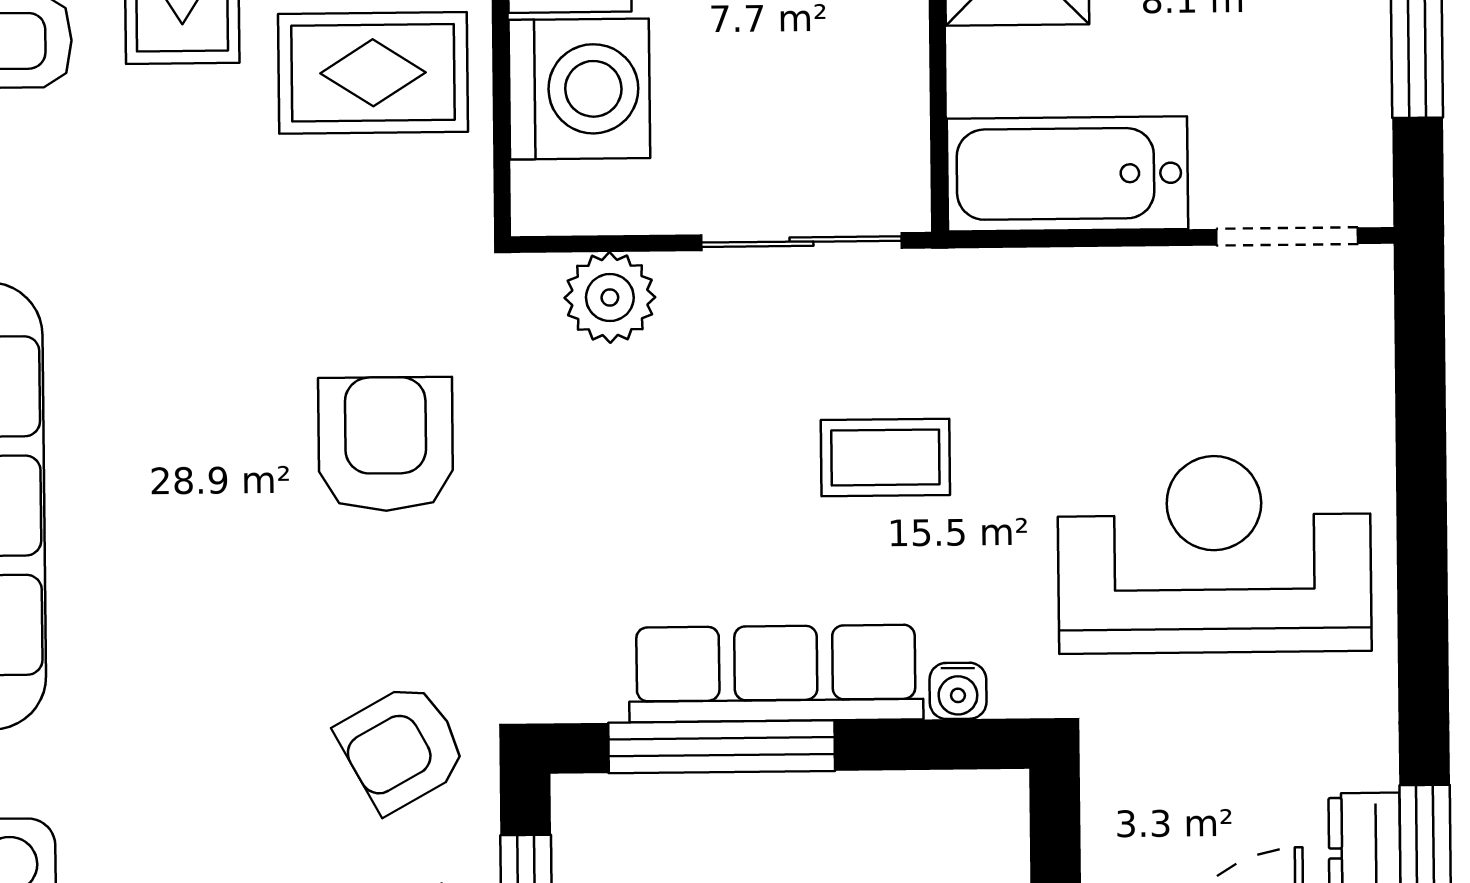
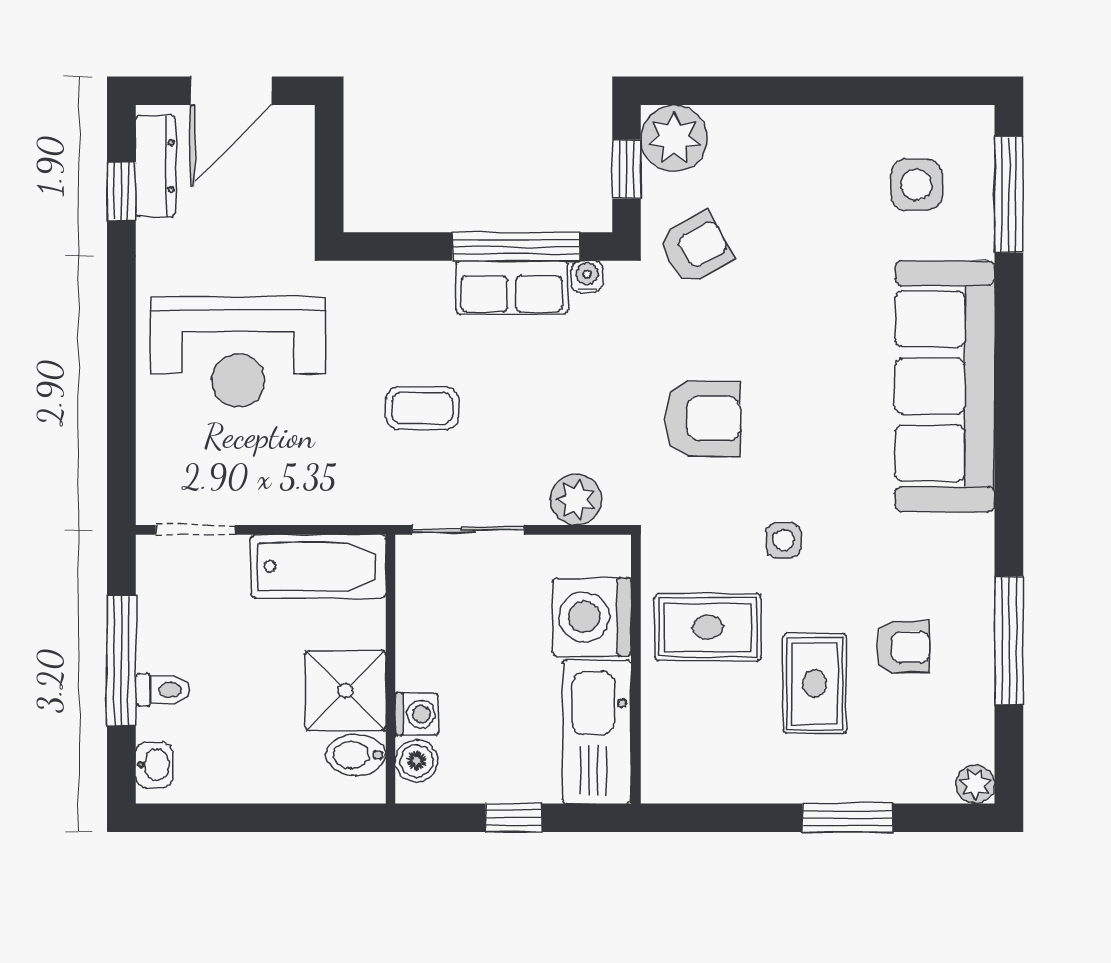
side table: (240, 229) -> (784, 540), added
armchair: (386, 444) -> (703, 419), turned -90
row of seats: (776, 673) -> (512, 287), width x0.68
water cooler: (958, 691) -> (587, 277), moved

